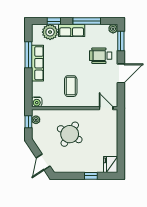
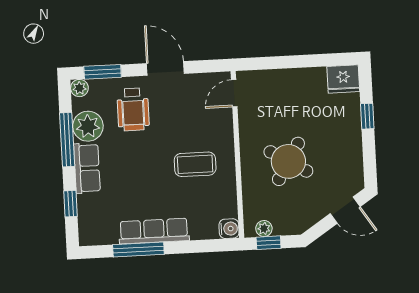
plant: (50, 32) -> (88, 126), moved

